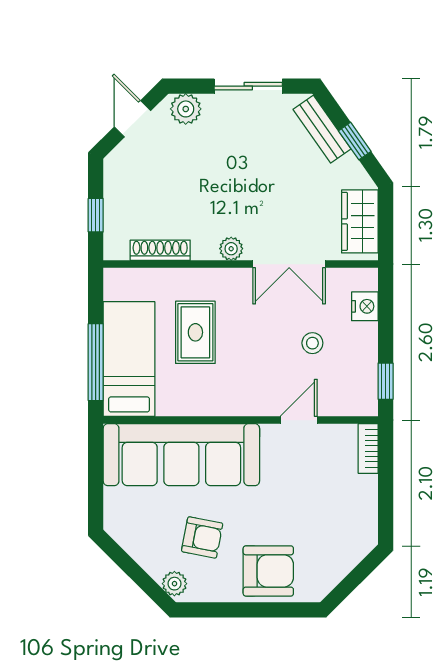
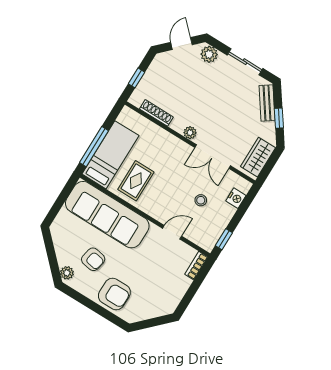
rug: (195, 332) -> (136, 181), moved

